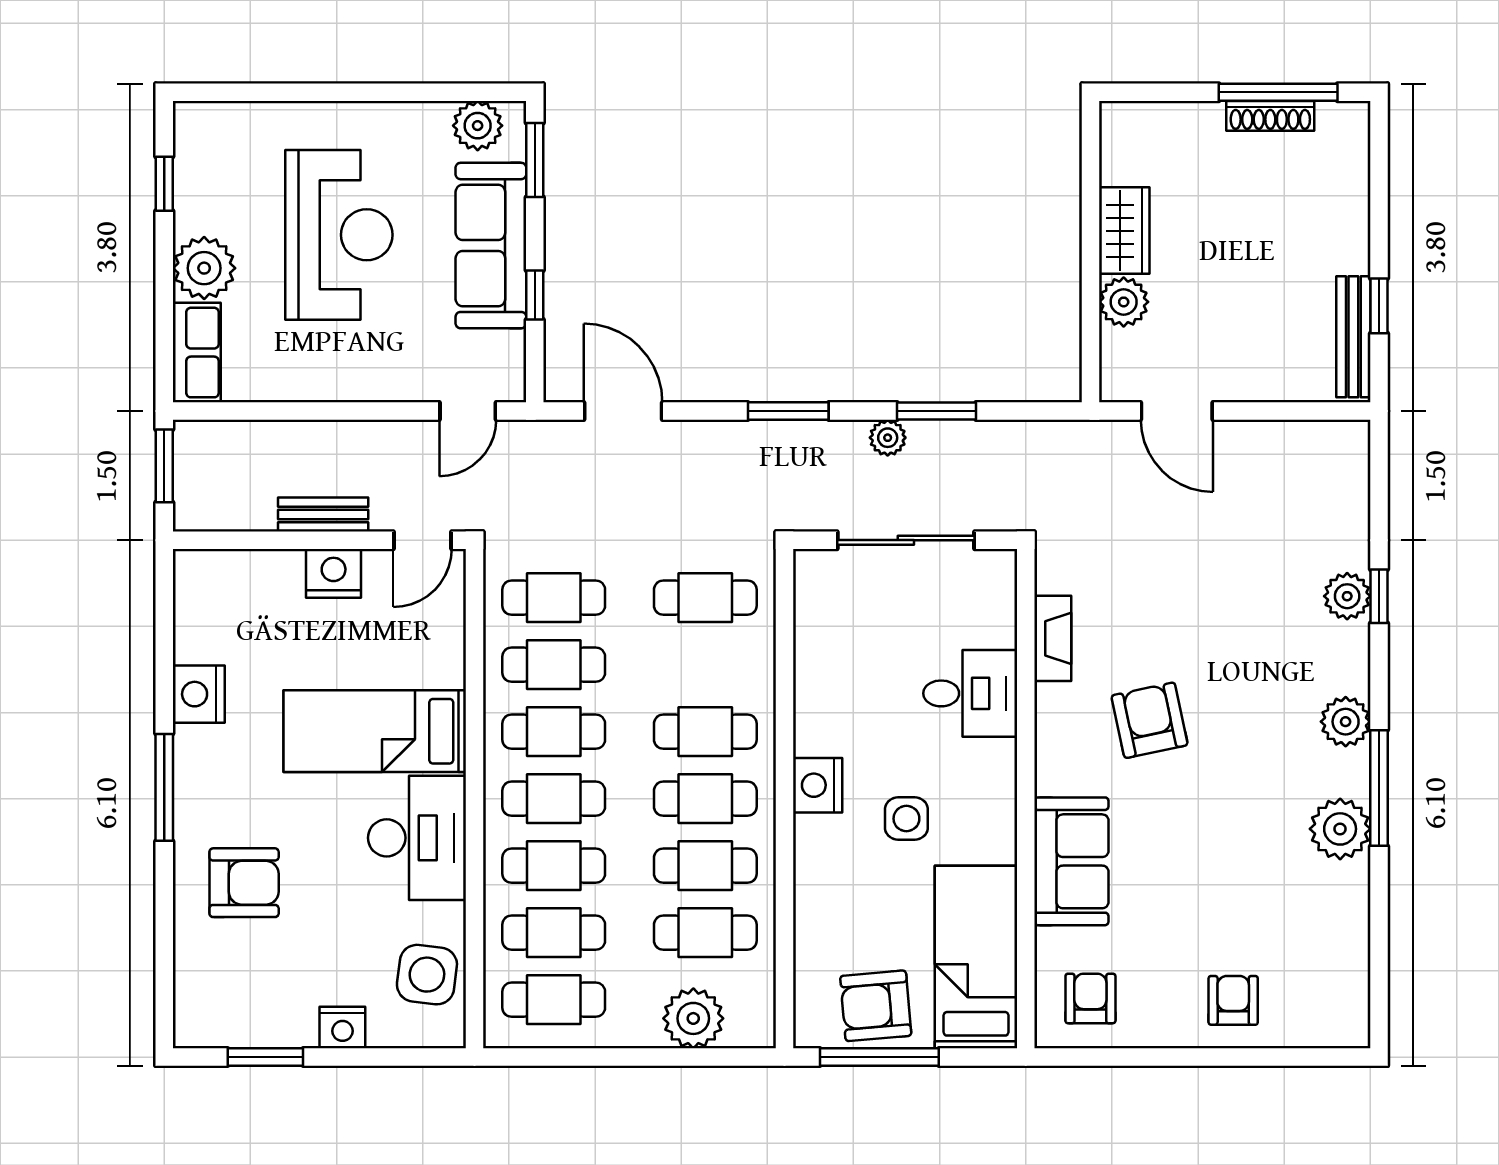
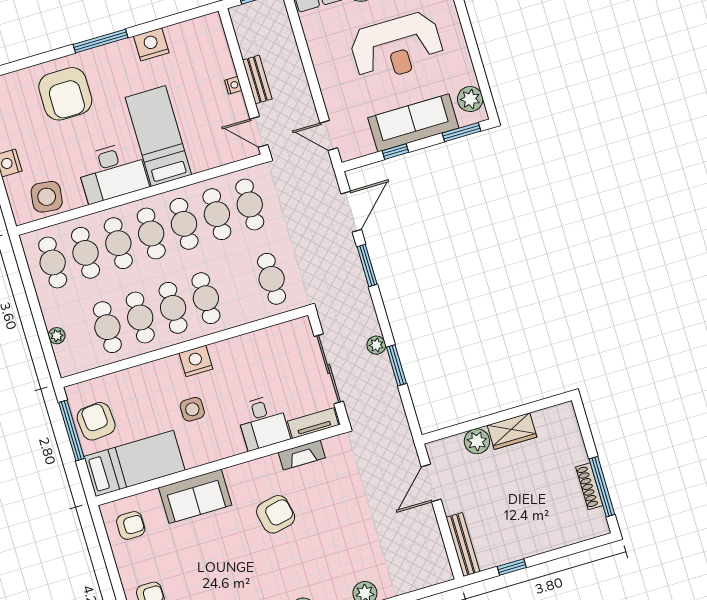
bench: (1353, 337) -> (463, 545), moved, turned 90
window: (788, 411) -> (367, 266), moved
nightstand: (334, 573) -> (233, 85), width x0.53, depth x0.56
tv unit: (999, 600) -> (313, 423), added
armchair: (244, 883) -> (65, 94), width x1.36, depth x1.36
plant: (693, 1018) -> (57, 336), width x0.53, depth x0.53

